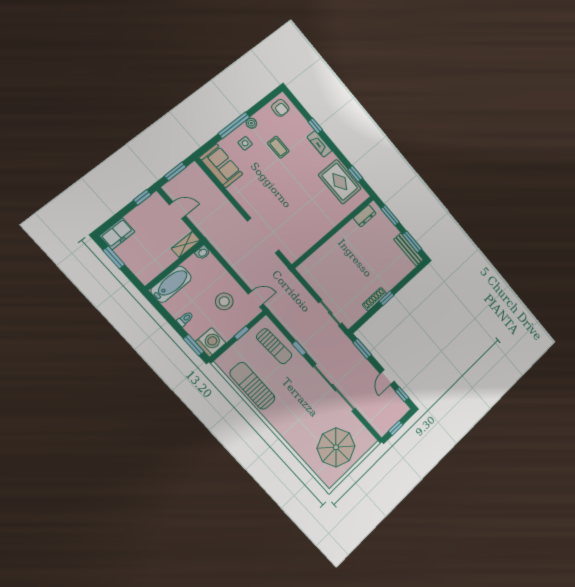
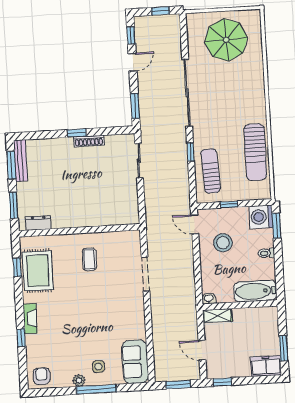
coffee table: (278, 147) -> (89, 259), moved
doorway: (263, 236) -> (146, 274), width x0.73

